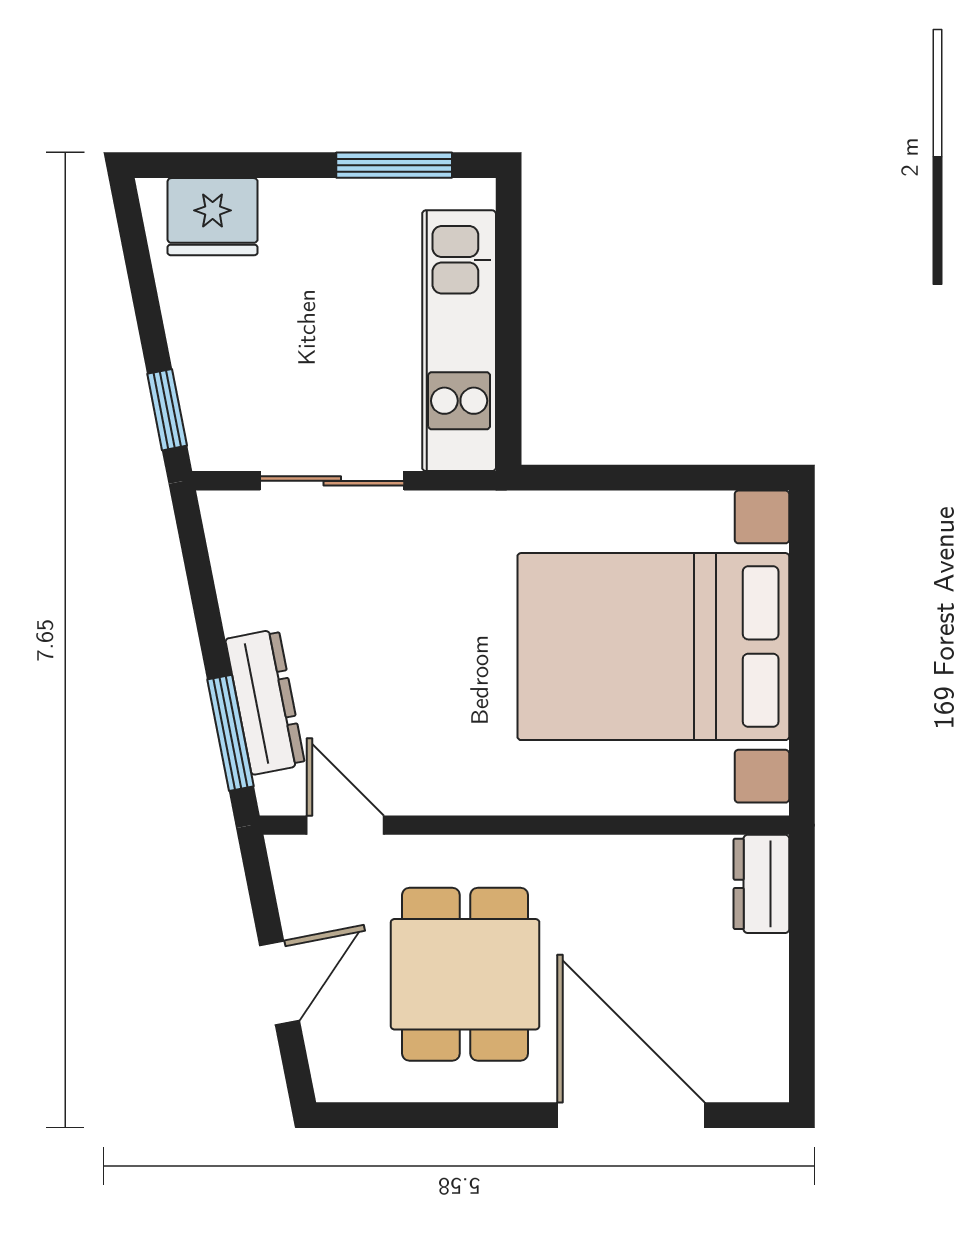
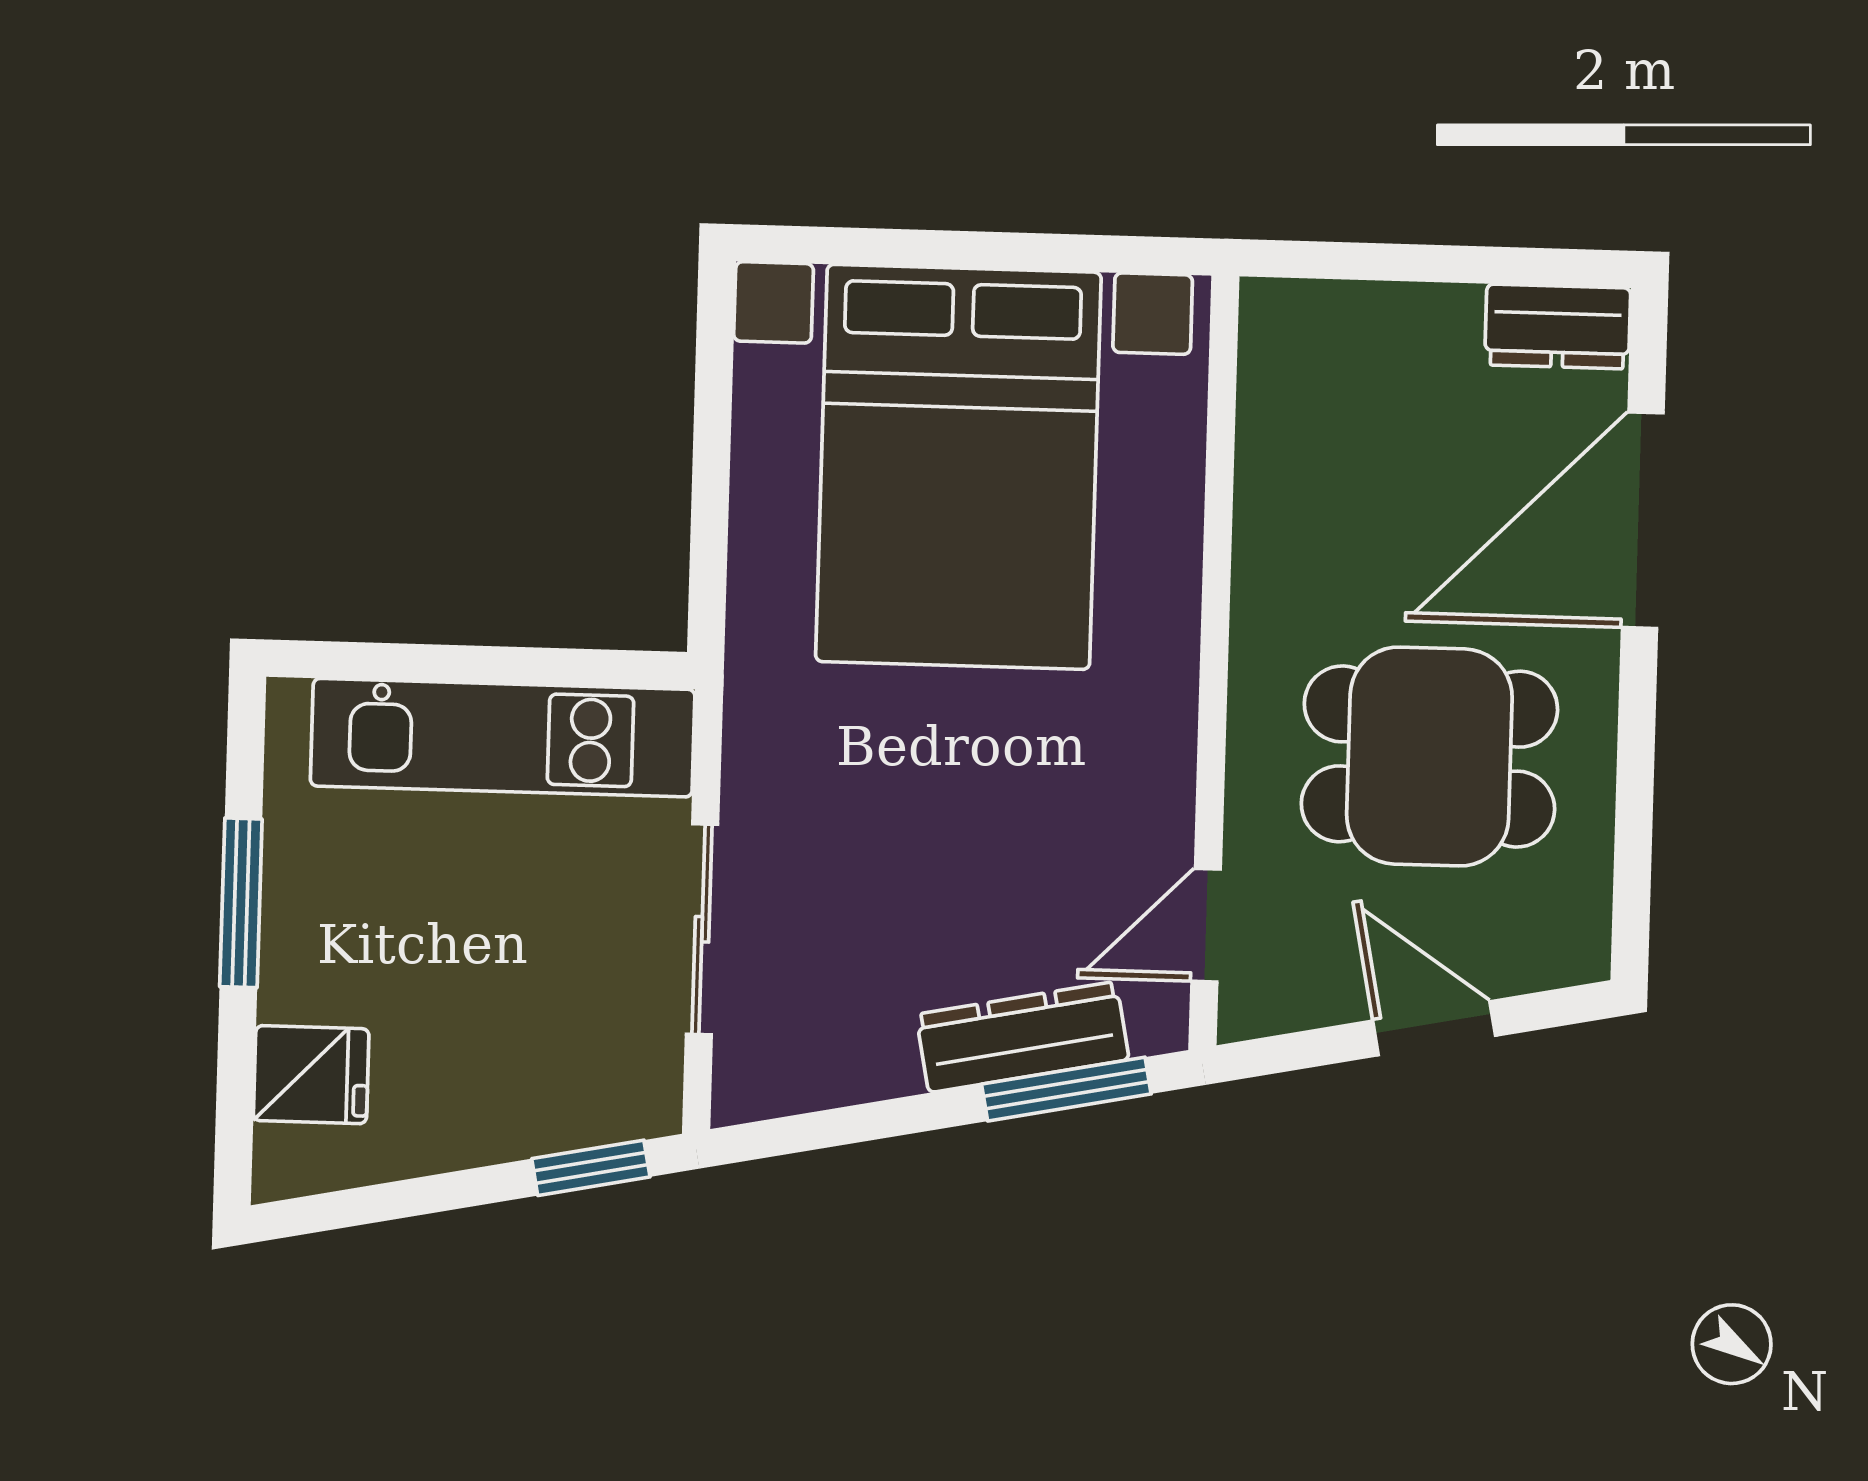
window: (394, 165) -> (241, 903), moved
fridge: (213, 217) -> (311, 1075), width x0.72
dresser: (761, 884) -> (1558, 326), moved

